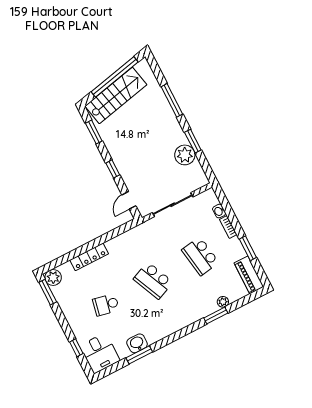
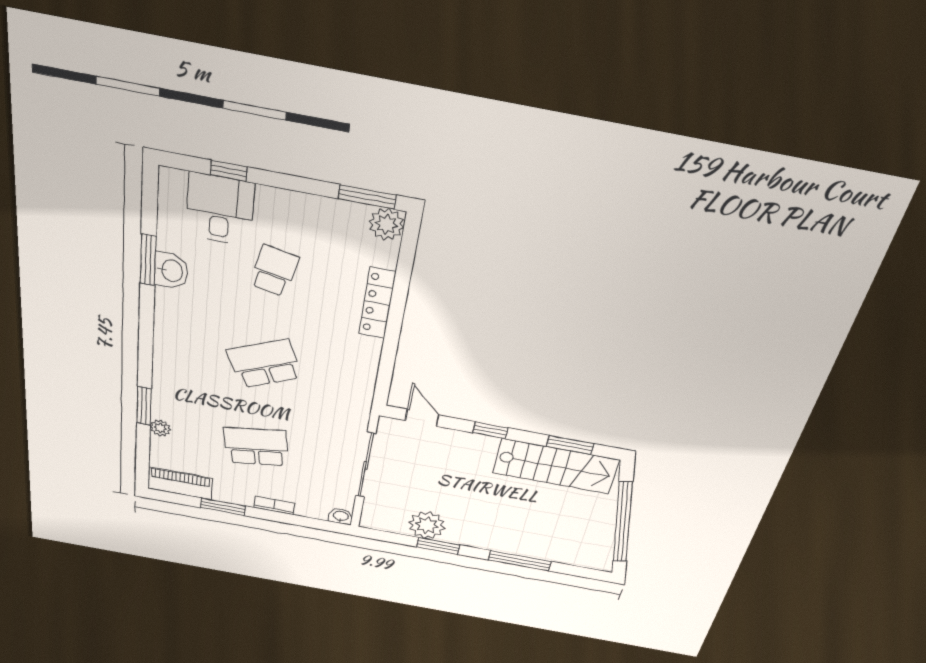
stairs: (116, 95) -> (556, 466), moved, turned -78
washbasin: (219, 211) -> (341, 516), moved
desk: (100, 353) -> (220, 209), moved, turned 90

